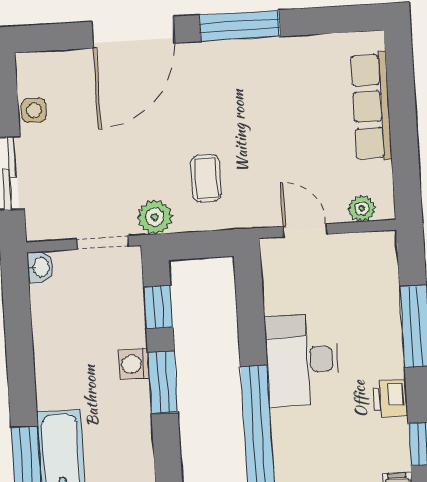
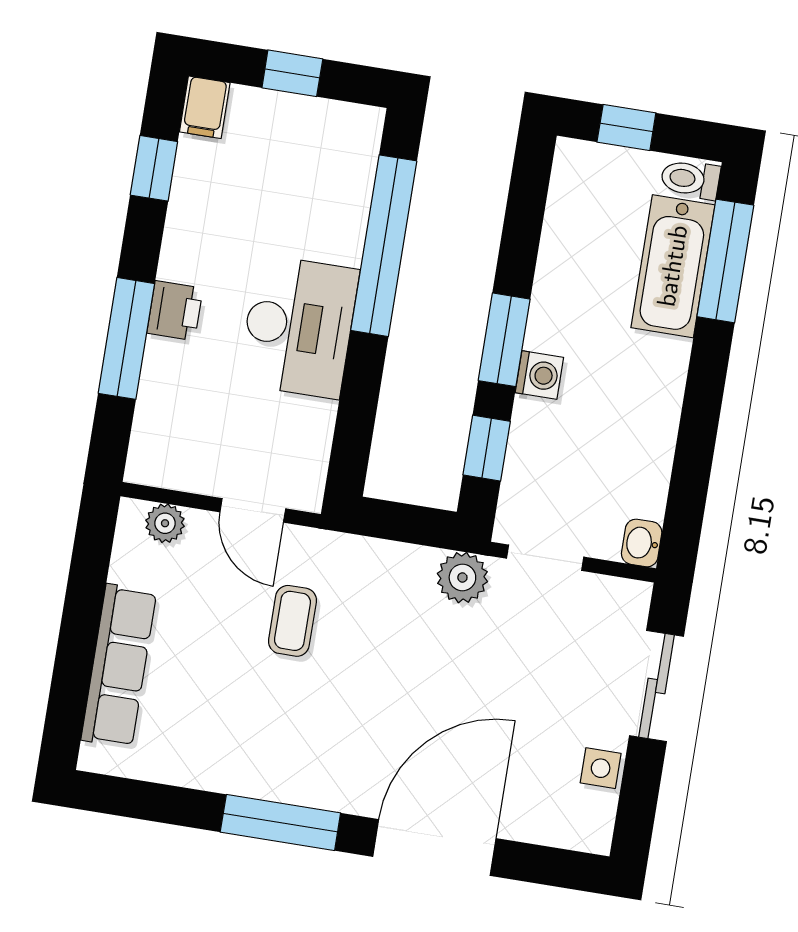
coffee table: (206, 178) -> (292, 621), moved
printer: (390, 398) -> (175, 311), moved

